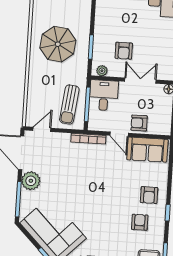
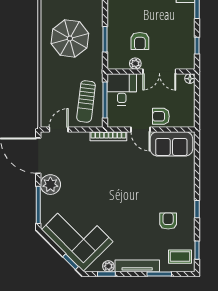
plant: (102, 71) -> (135, 64), moved
double door: (140, 81) -> (159, 71), swing flipped
armchair: (149, 195) -> (176, 192), removed

